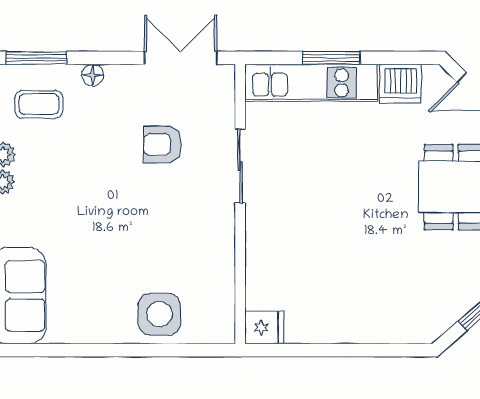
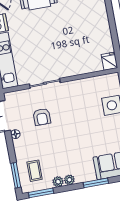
floor lamp: (93, 75) -> (15, 134), moved

